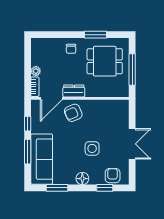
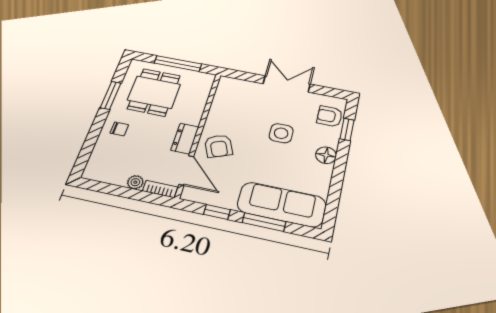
window: (57, 188) -> (335, 193), removed

